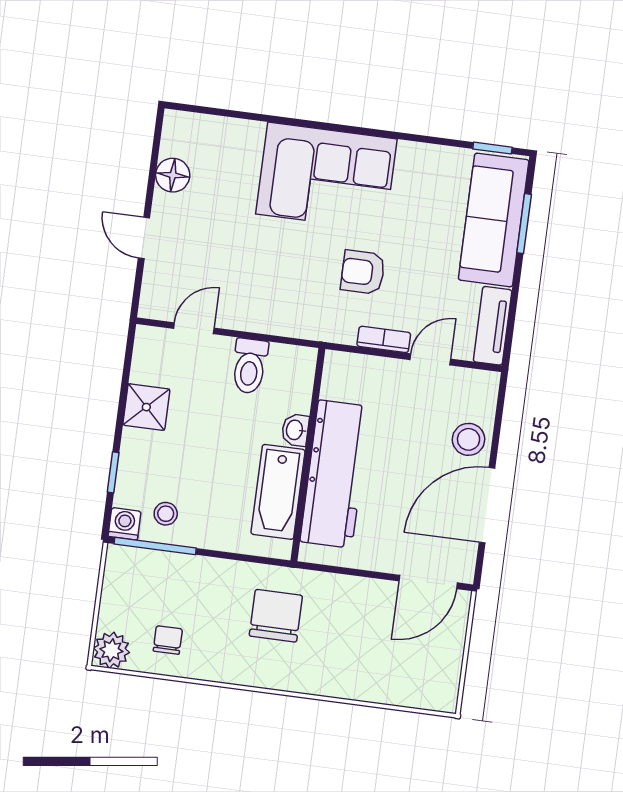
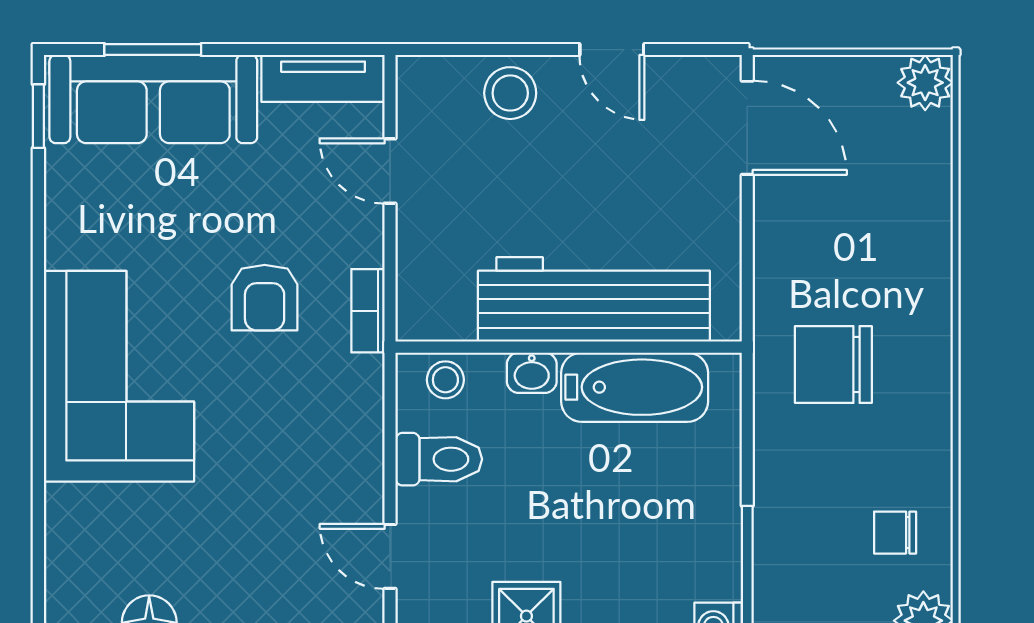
bookcase: (384, 339) -> (368, 311), moved
door: (487, 505) -> (612, 50), width x0.53
stool: (166, 514) -> (445, 380), moved
plant: (441, 695) -> (925, 83), added

